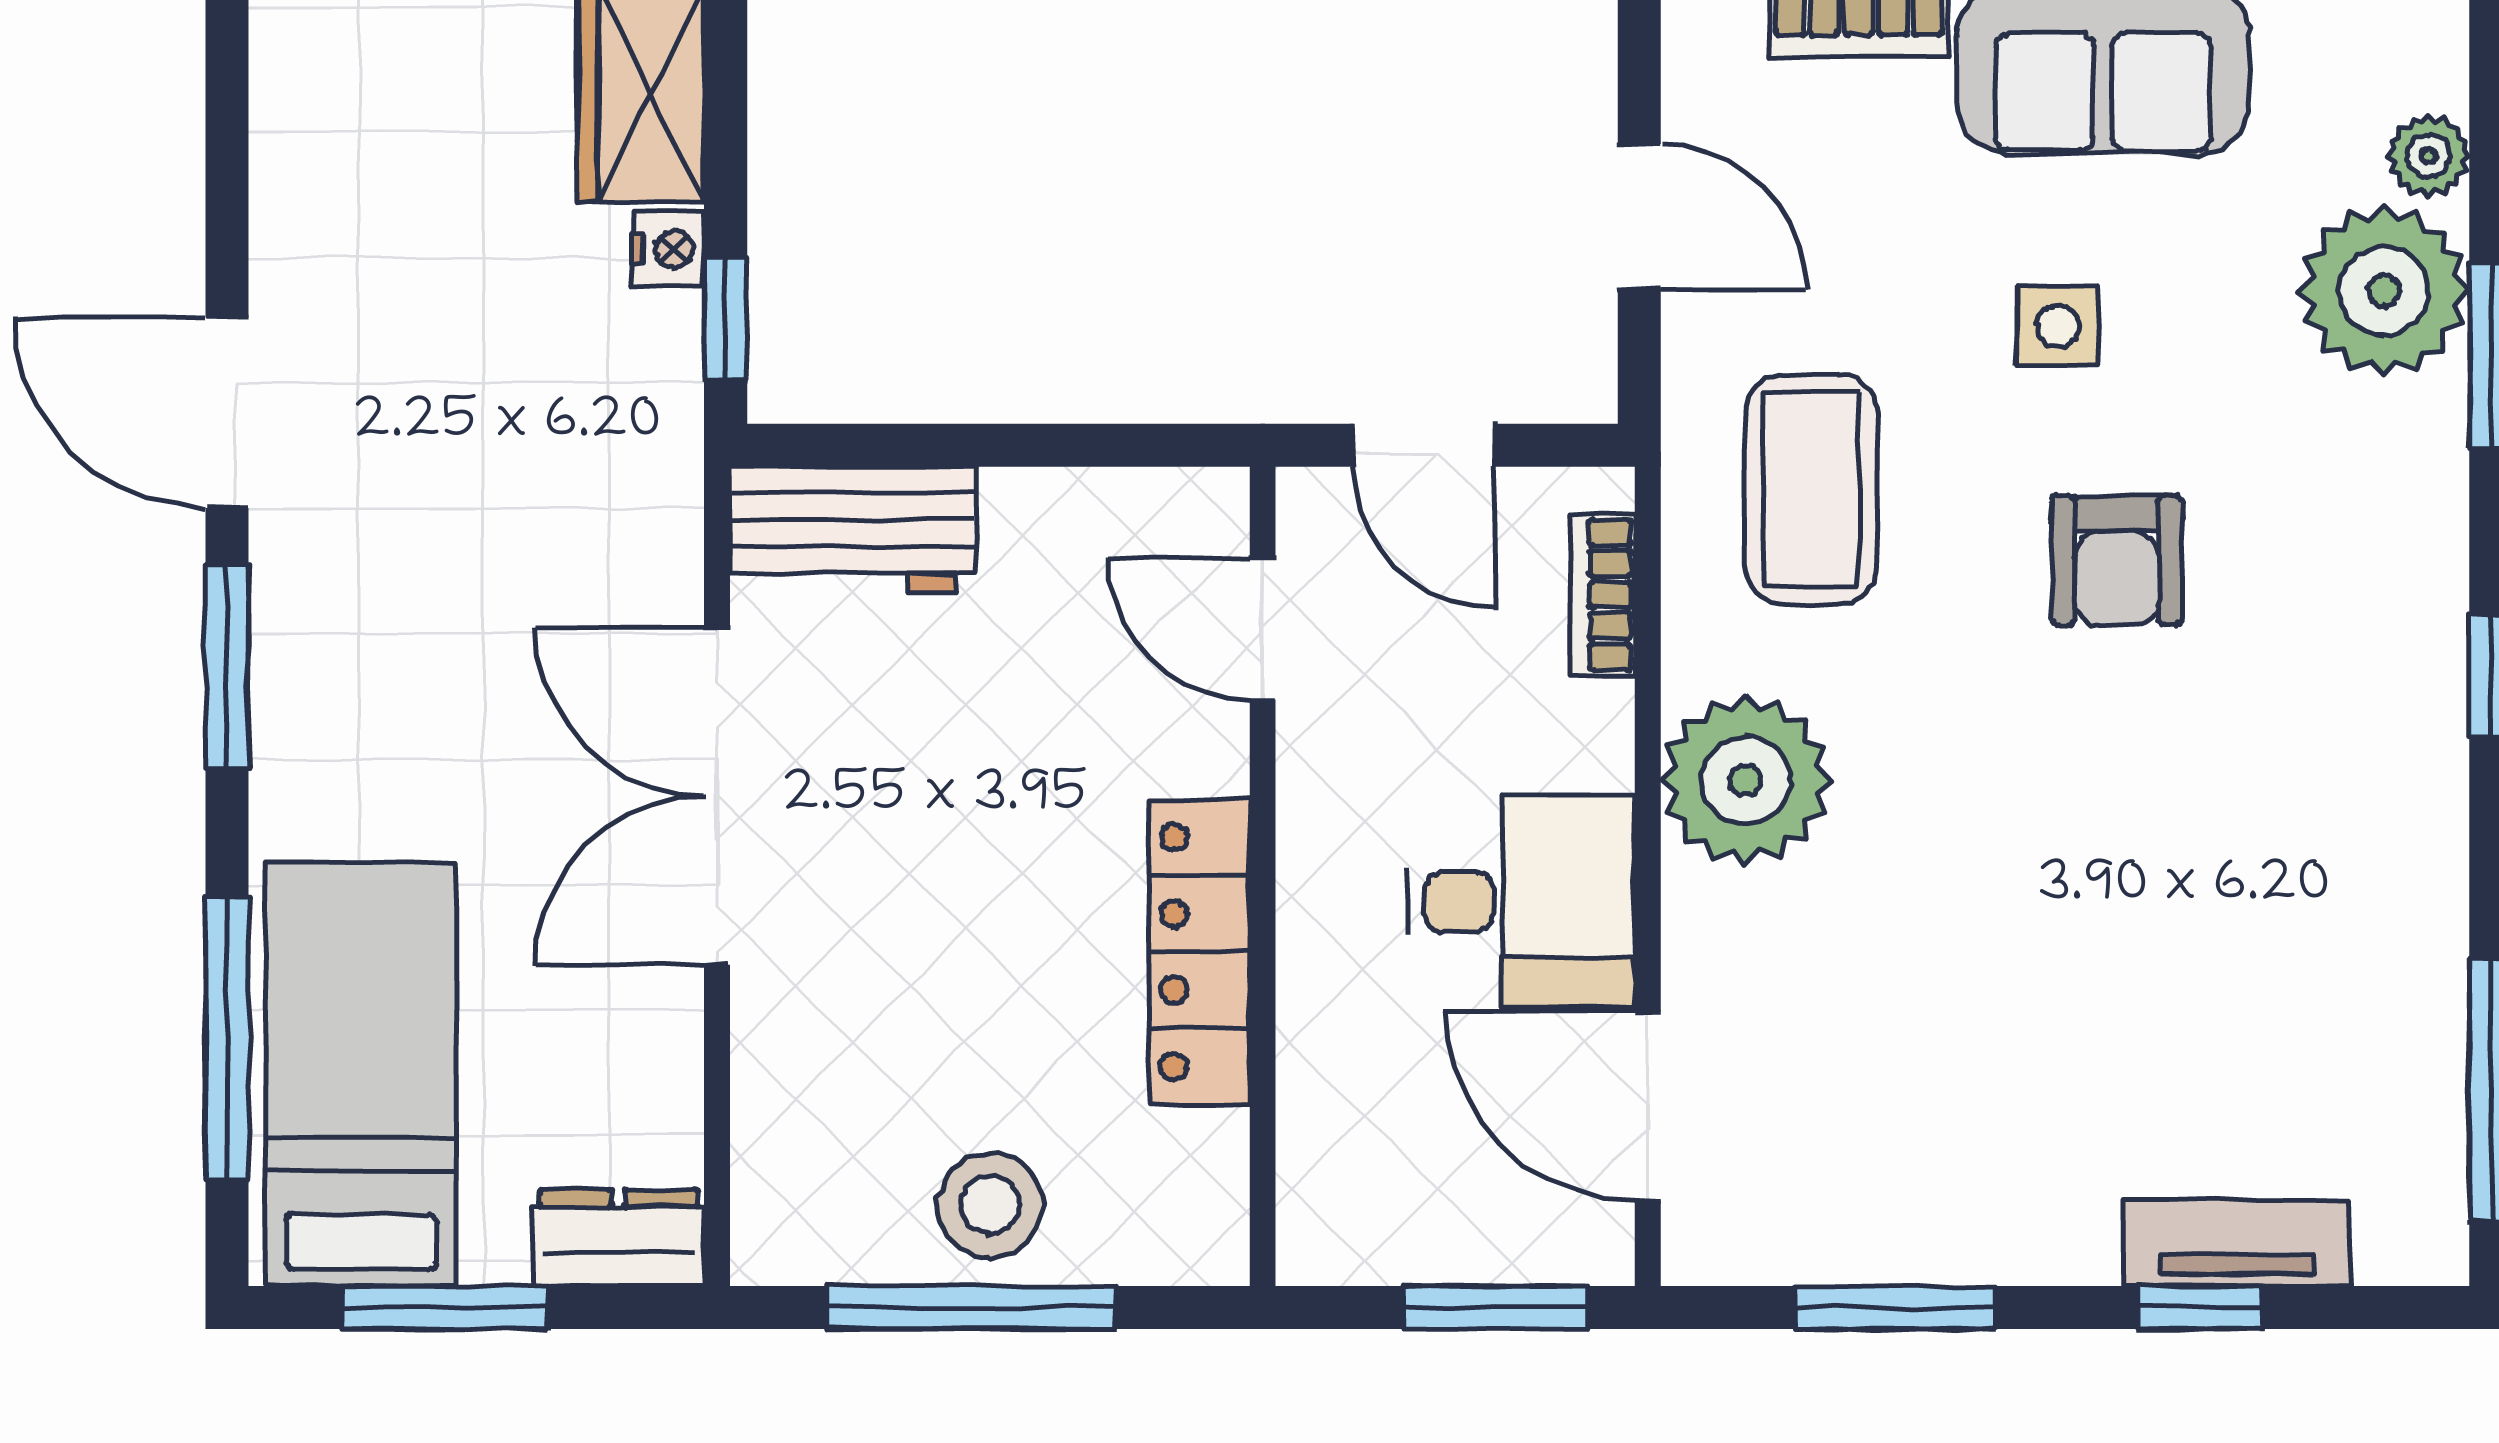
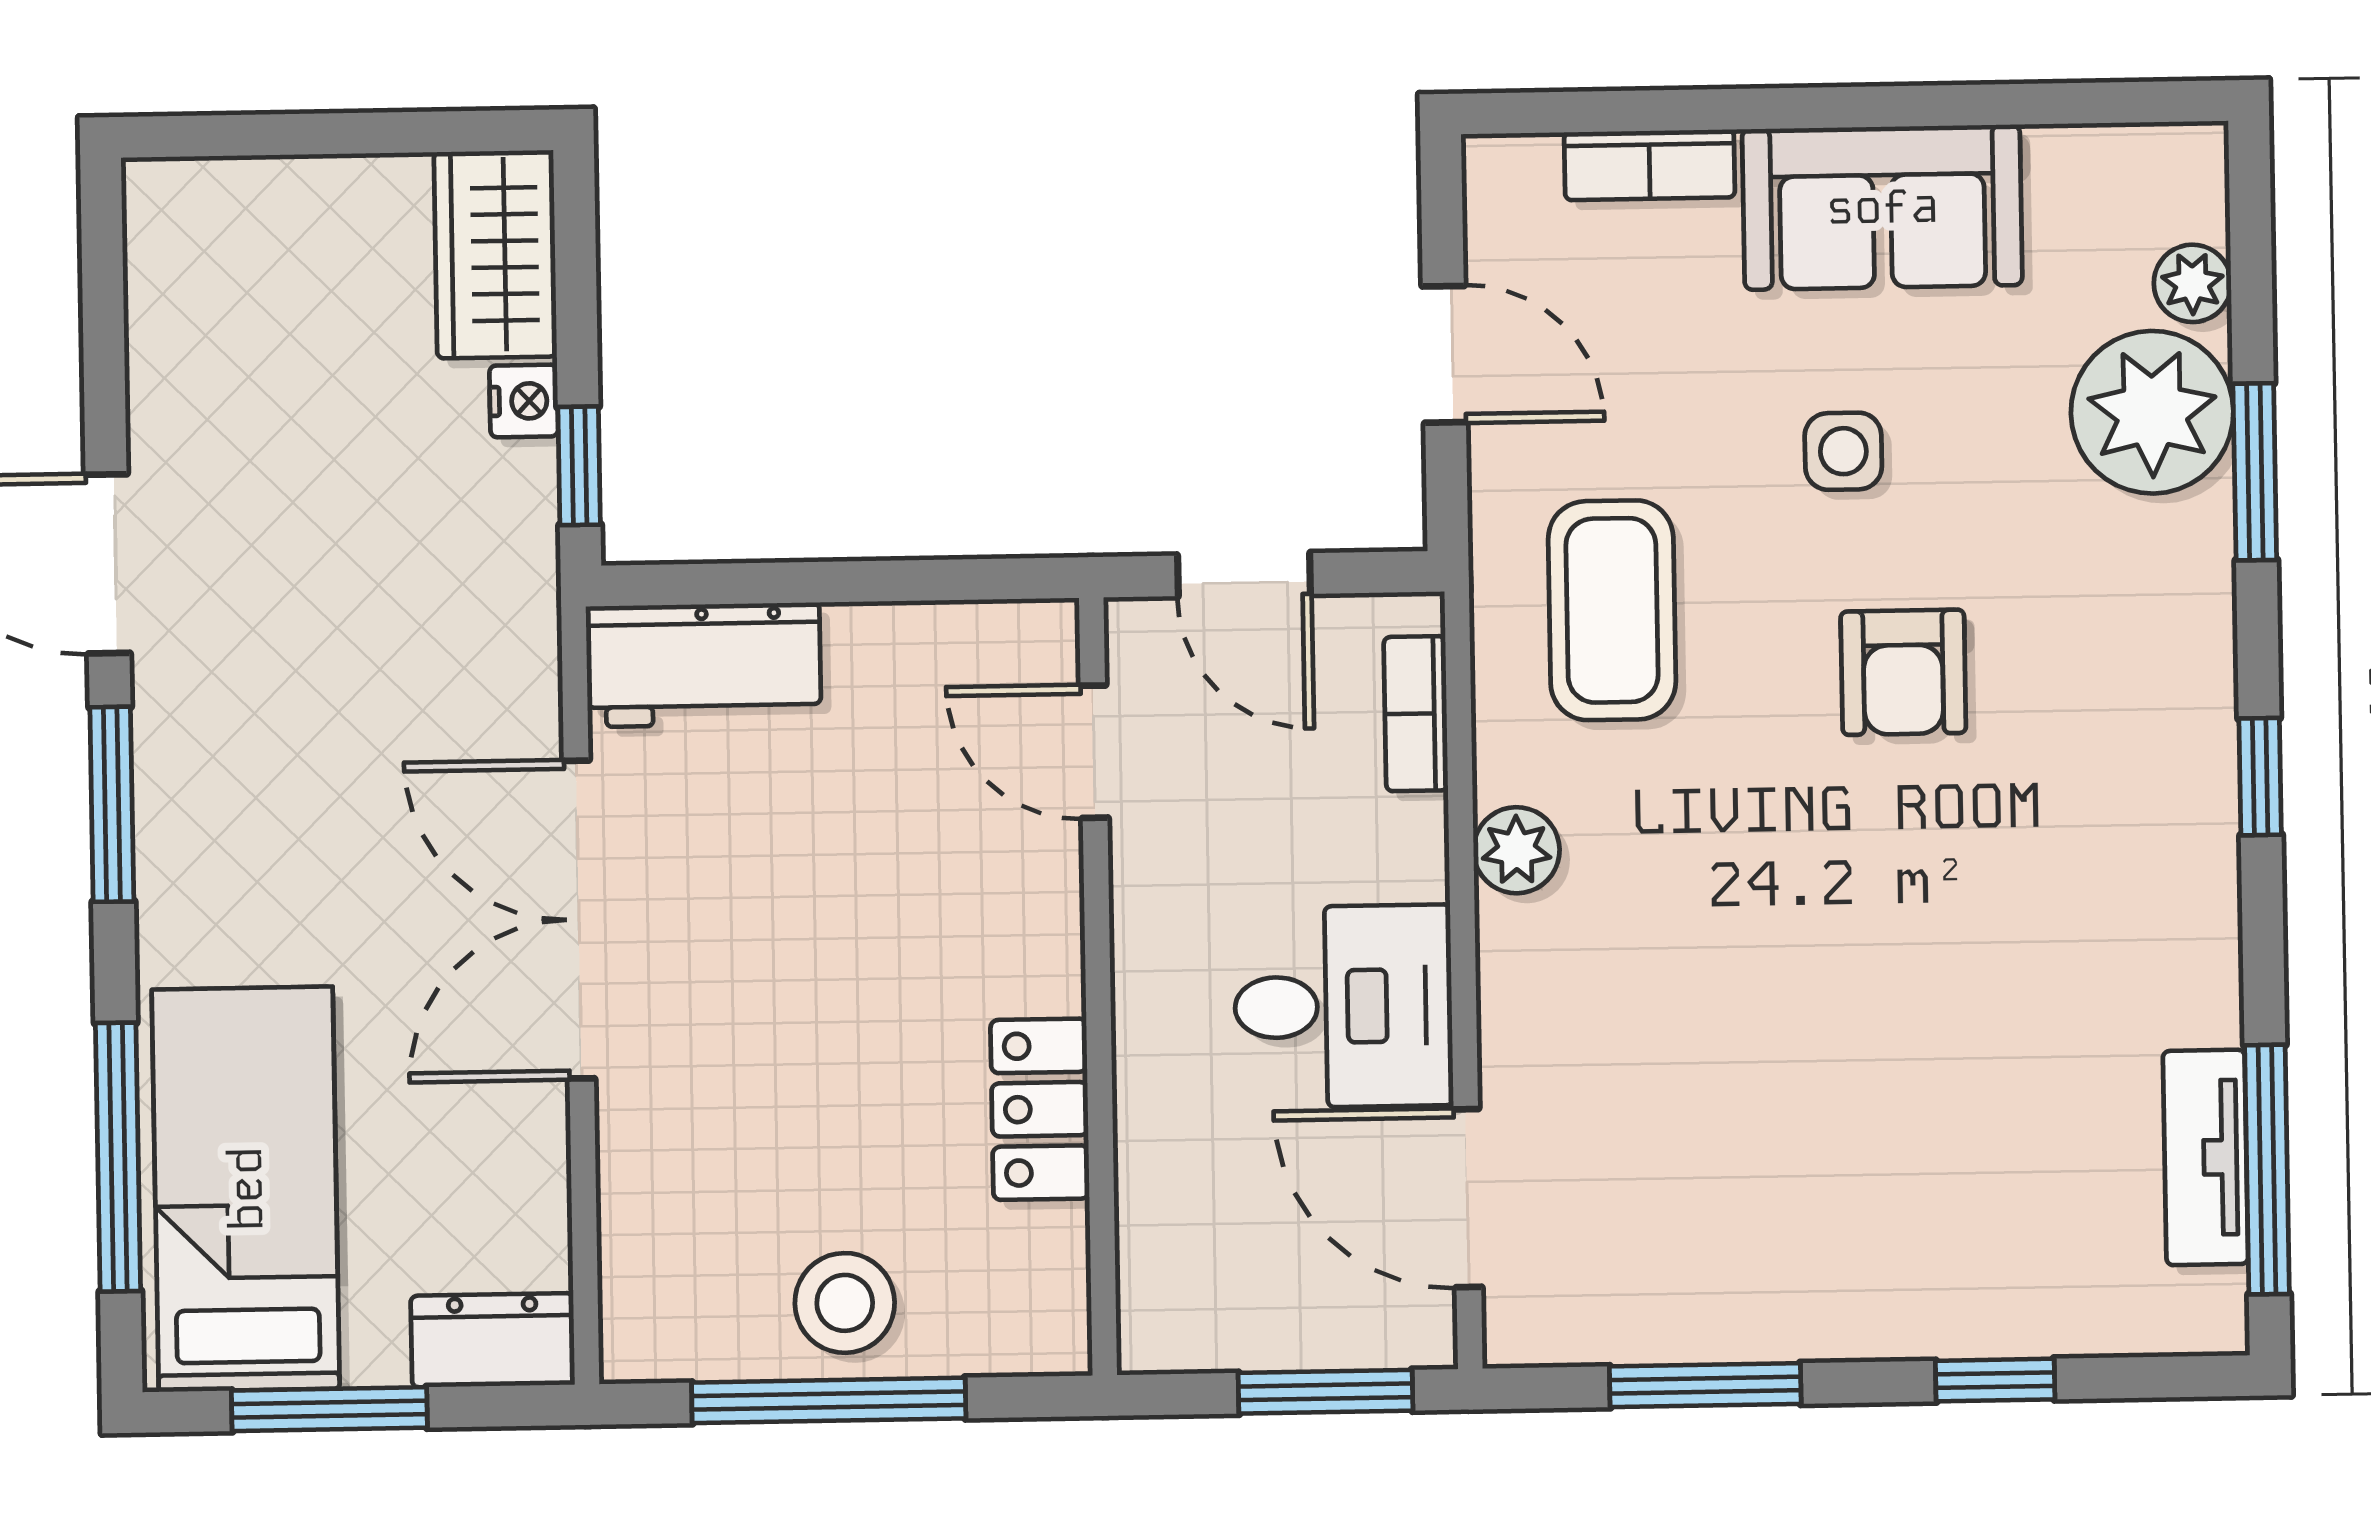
plant: (1746, 780) -> (1516, 850), width x0.53, depth x0.53
locker: (1199, 952) -> (1040, 1109), width x0.66
tv unit: (2237, 1243) -> (2206, 1157), moved, turned -90

